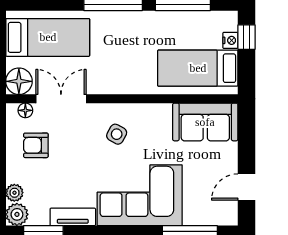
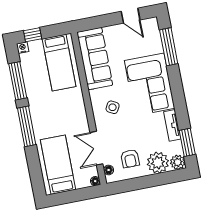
nightstand: (230, 40) -> (23, 48), moved
floor lamp: (19, 81) -> (95, 181), width x0.53, depth x0.53
sofa: (205, 122) -> (95, 59), width x1.36
plant: (14, 193) -> (158, 163), width x1.88, depth x1.88

